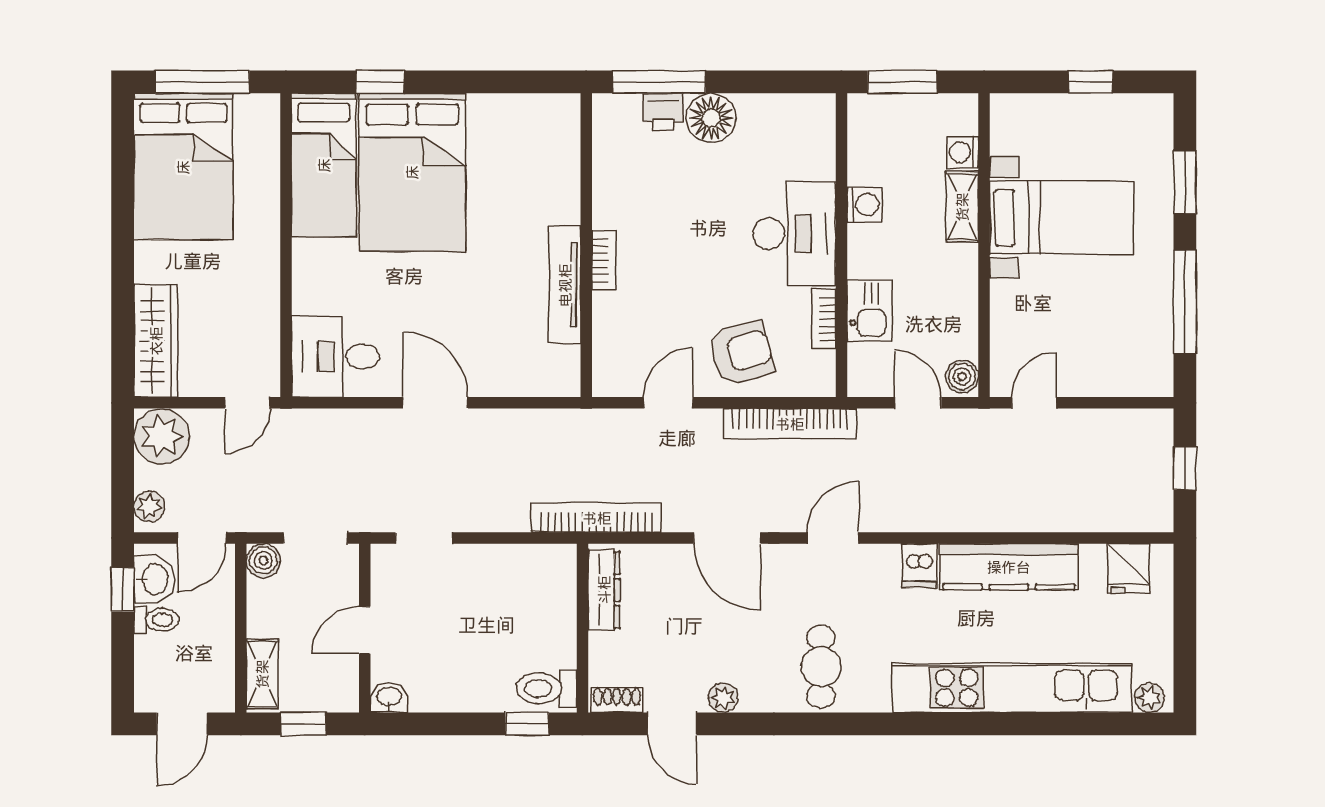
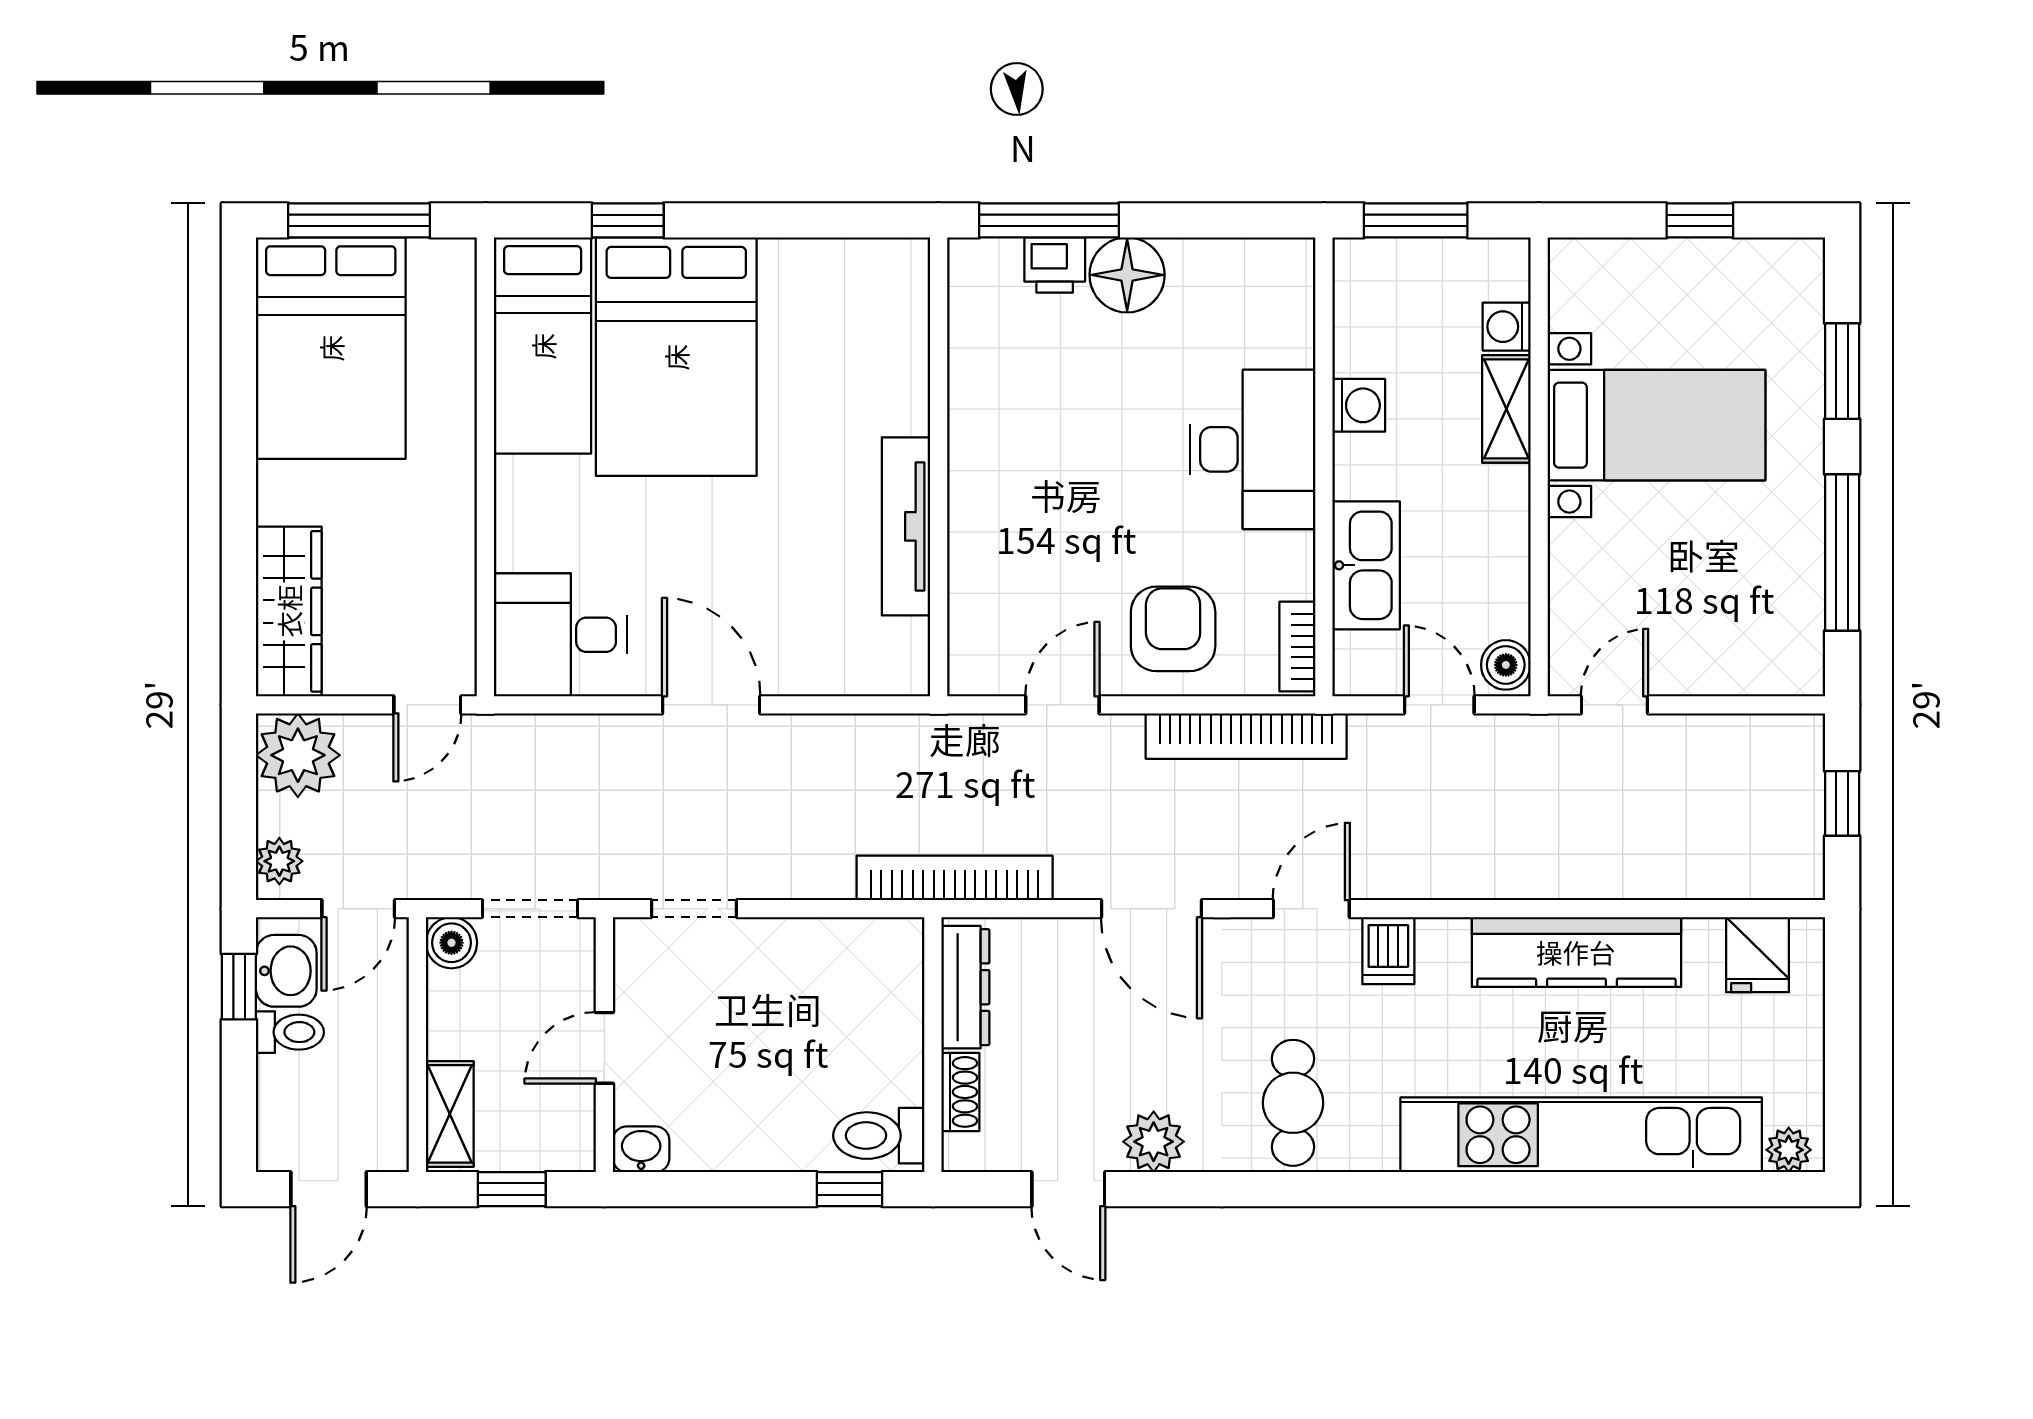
bookcase: (604, 260) -> (965, 490), removed
kitchen sink: (869, 310) -> (1366, 565), width x1.38
bookcase: (824, 319) -> (1297, 647), moved
armchair: (741, 353) -> (1173, 629), turned -75
dishwasher: (919, 566) -> (1388, 951), moved
plant: (723, 698) -> (1154, 1142), width x1.38, depth x1.38
shoe rack: (617, 700) -> (960, 1092), moved, turned 90

